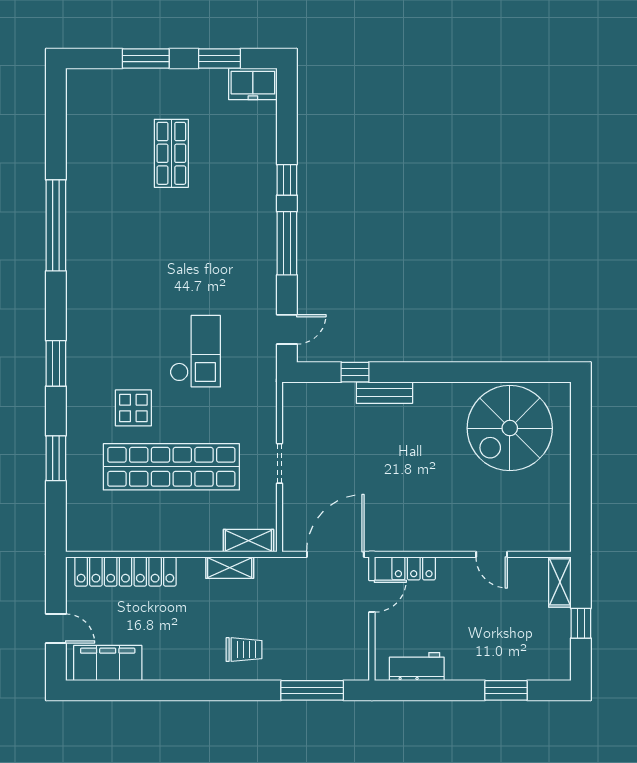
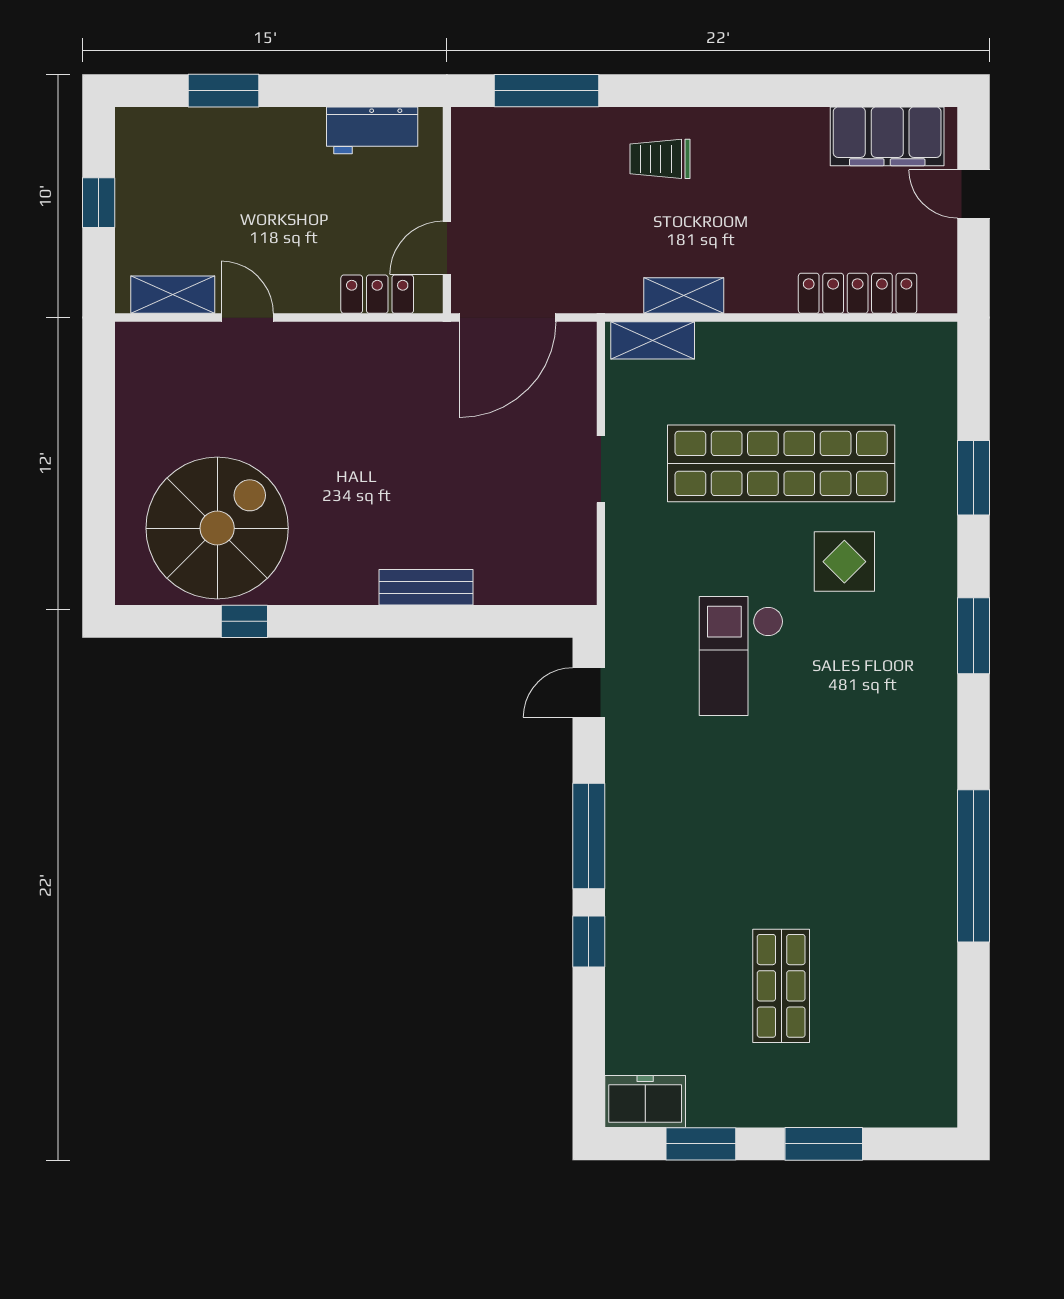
window: (355, 372) -> (244, 621), moved
locker: (125, 571) -> (858, 293), width x0.71, depth x0.83
shelving: (560, 582) -> (173, 295), moved, turned 90

